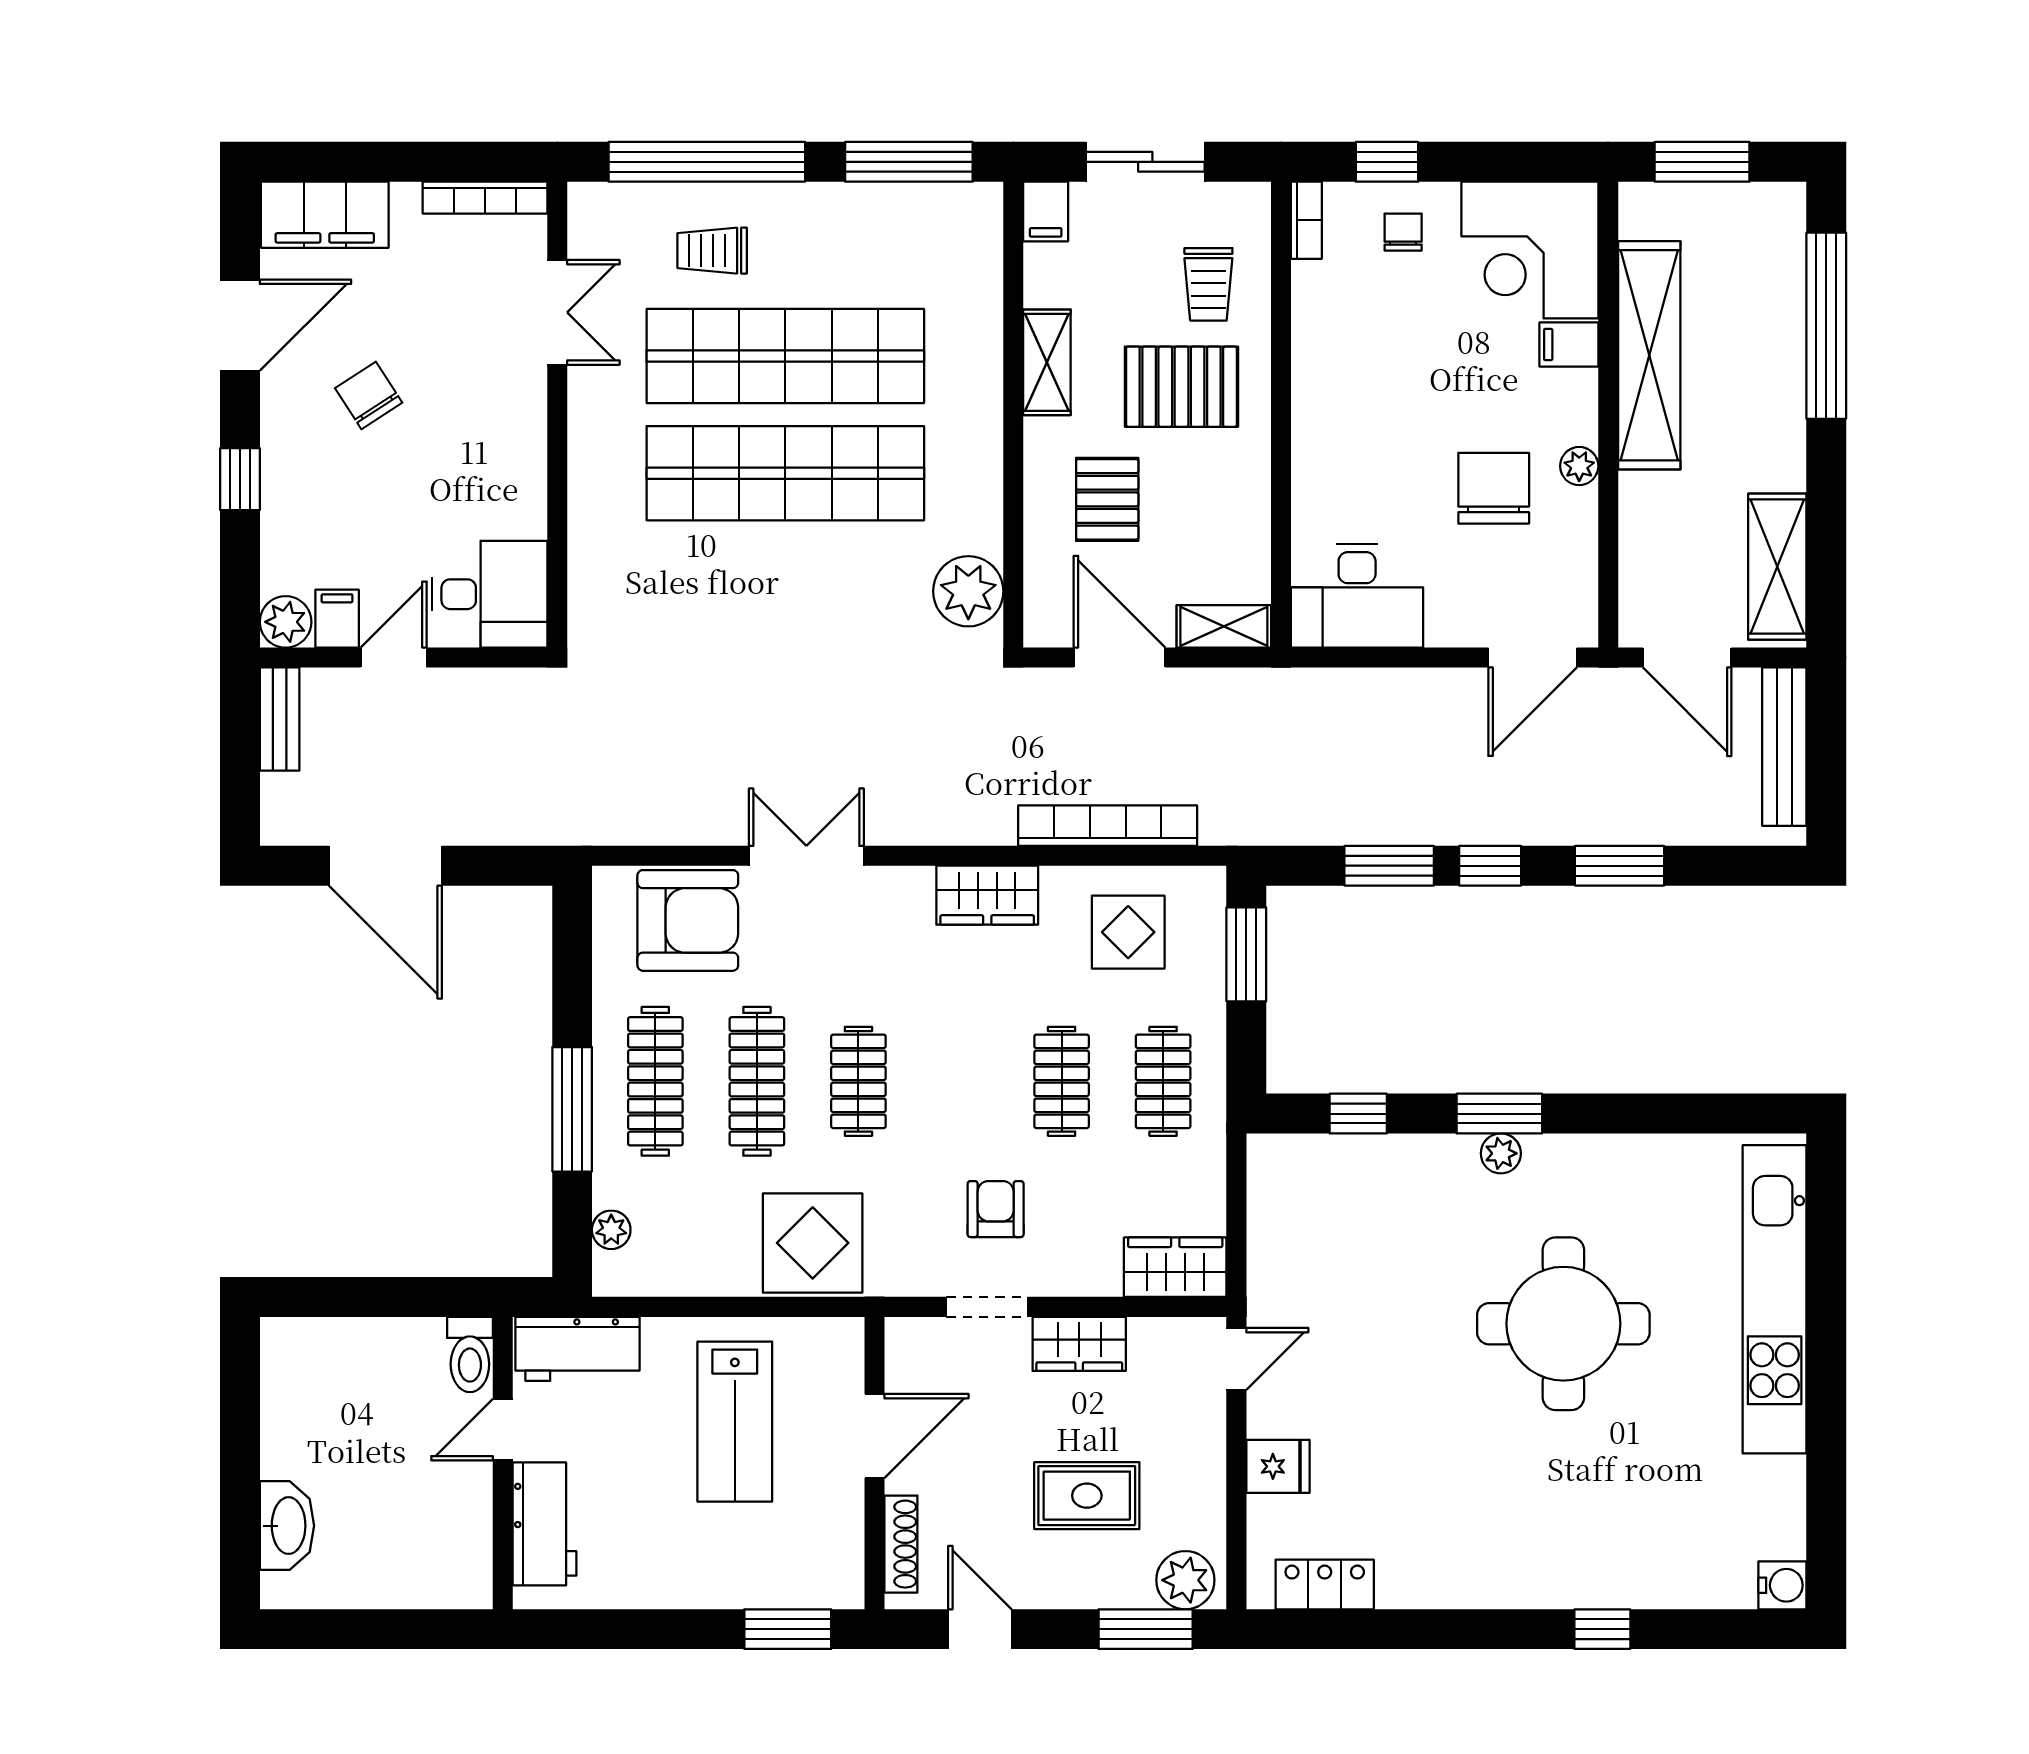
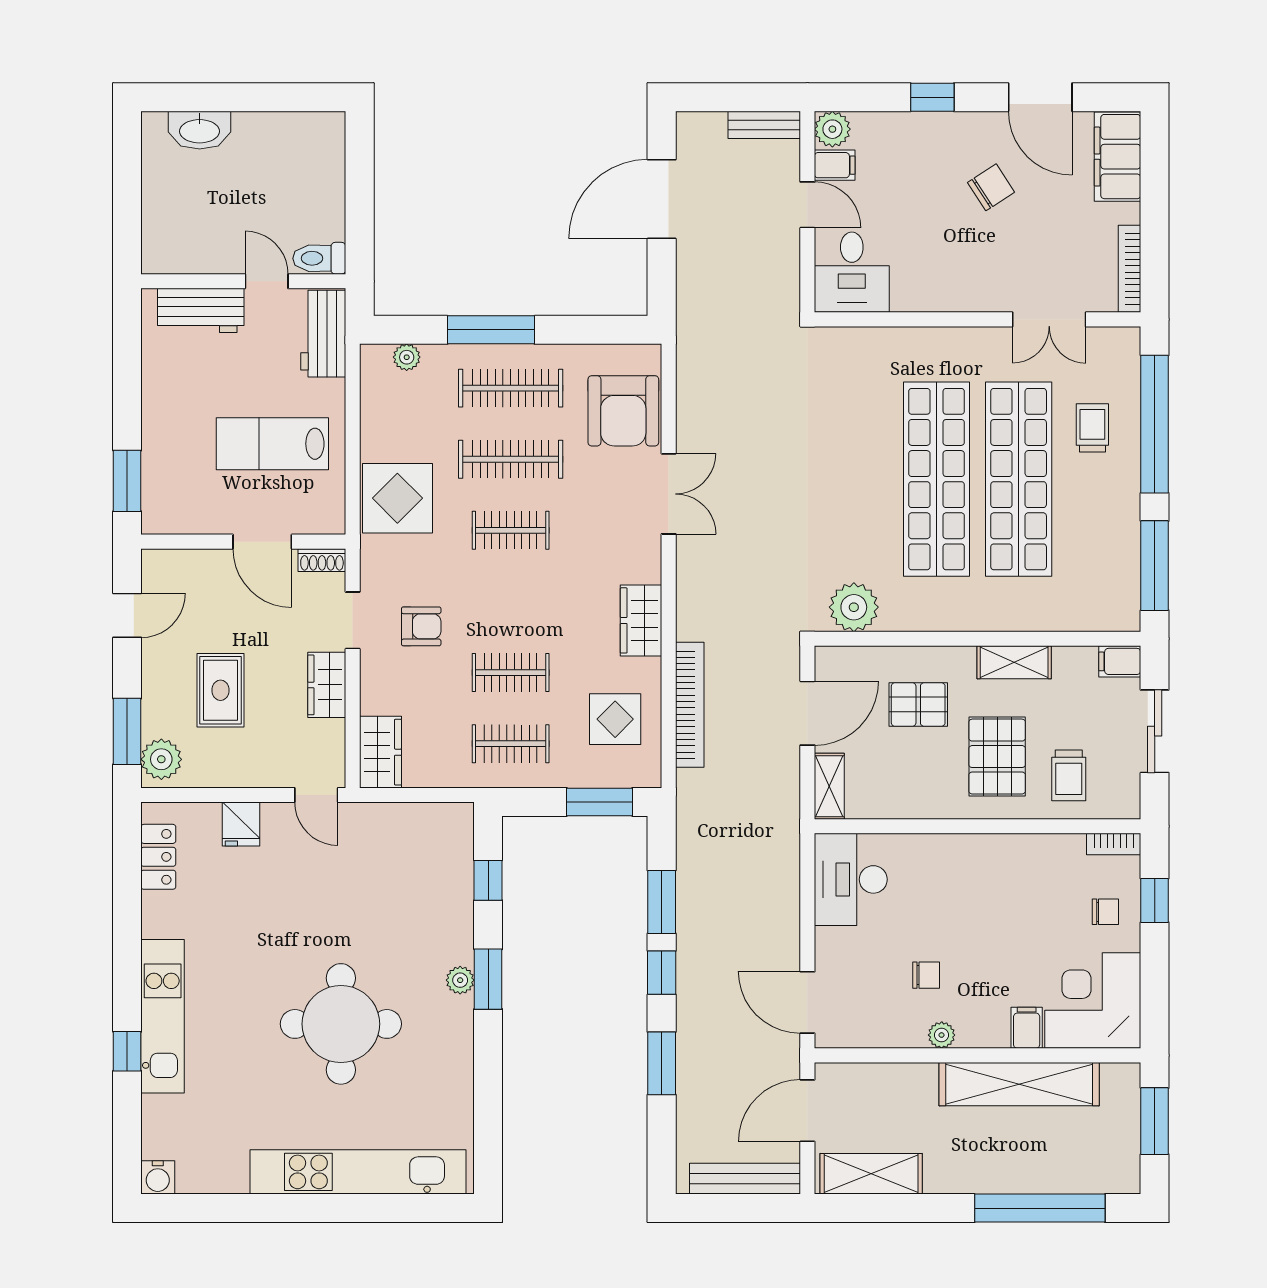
trolley: (1208, 284) -> (1069, 775), turned -90
chair: (1494, 488) -> (926, 975), width x0.54, depth x0.54
shoe rack: (901, 1544) -> (322, 560), moved, width x0.70
kitchen unit: (1552, 1578) -> (163, 1016), added

